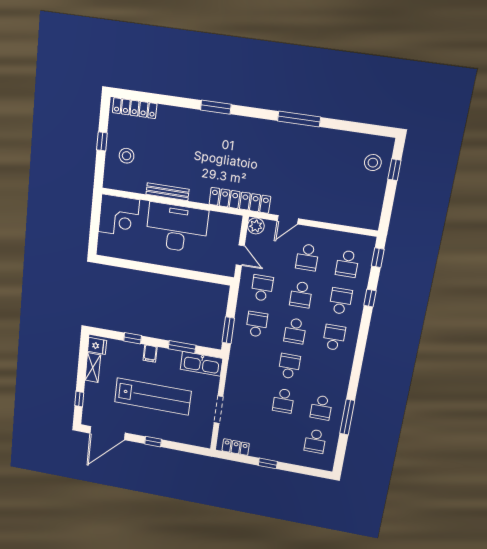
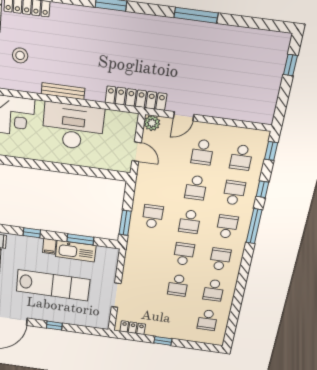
stool: (373, 163) -> (269, 58), removed
school desk: (262, 288) -> (220, 259), moved
kitchen sink: (202, 364) -> (76, 251), moved
window: (347, 417) -> (254, 226), moved

